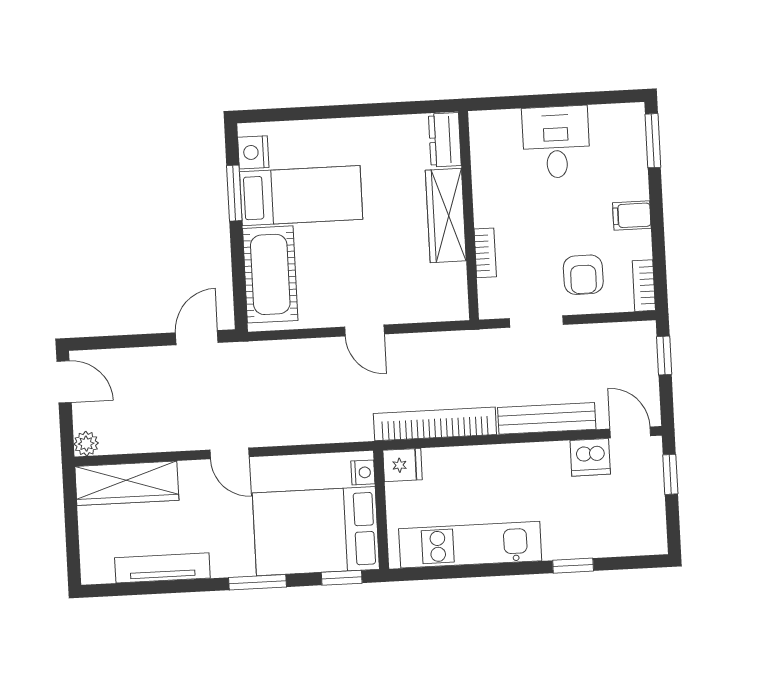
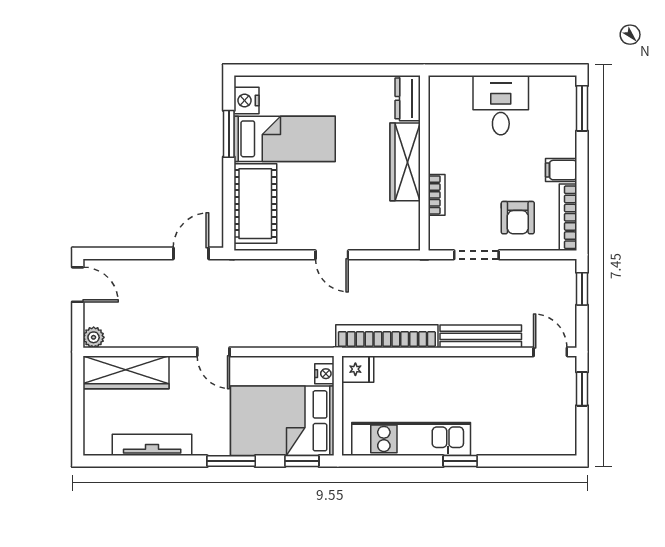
bookcase: (644, 286) -> (568, 217), width x1.56
dishwasher: (590, 457) -> (516, 371), removed
window: (573, 566) -> (460, 461), moved

